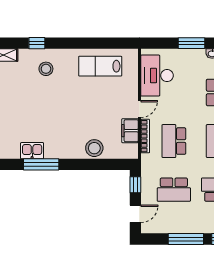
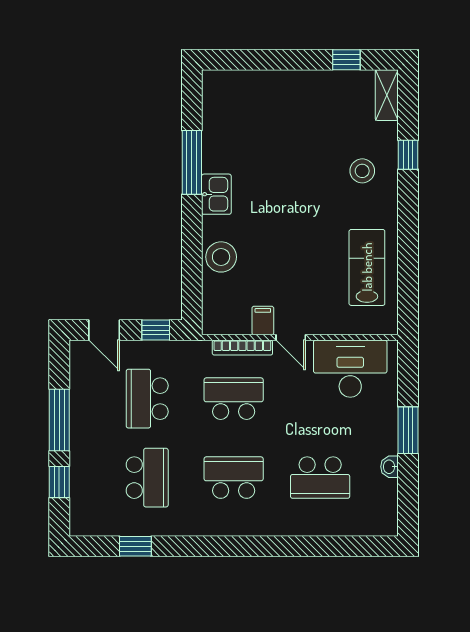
filing cabinet: (130, 131) -> (263, 321), width x0.50
kitchen sink: (32, 151) -> (216, 194), moved

